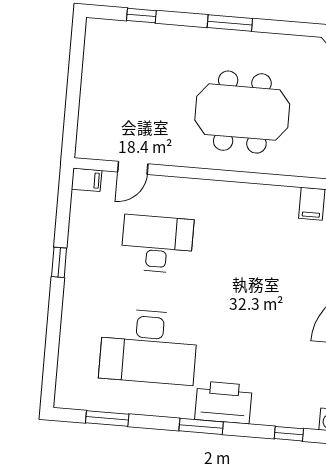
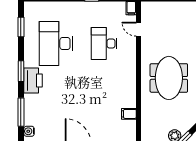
desk: (157, 244) -> (104, 43), turned 180
window: (289, 434) -> (21, 112), width x2.17

